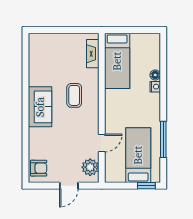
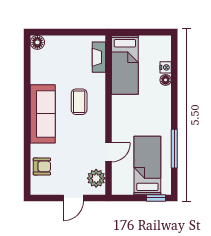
floor lamp: (35, 40) -> (37, 42), added
nightstand: (155, 87) -> (166, 67), moved
sofa: (40, 107) -> (43, 114), width x1.36
armchair: (39, 168) -> (42, 166), moved

